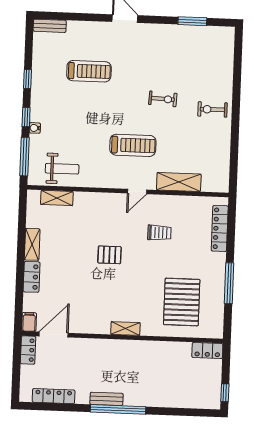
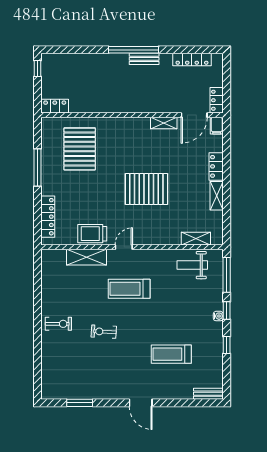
water cooler: (35, 128) -> (218, 316), moved
trolley: (159, 233) -> (92, 234), moved, width x1.36, depth x1.39
pallet: (109, 255) -> (146, 189), width x2.05, depth x2.00
shelving: (125, 328) -> (164, 123), moved

